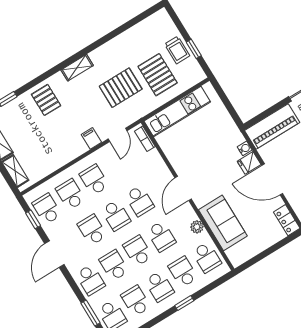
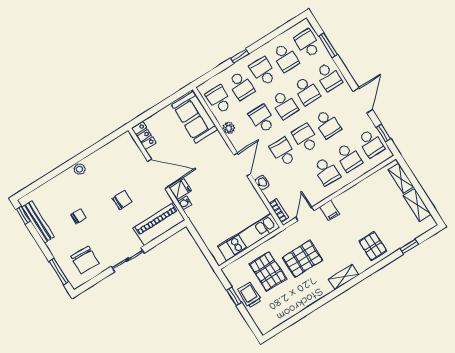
washbasin: (162, 169) -> (262, 183), added
sofa: (223, 223) -> (195, 117), moved
school desk: (90, 280) -> (329, 77), turned 180

